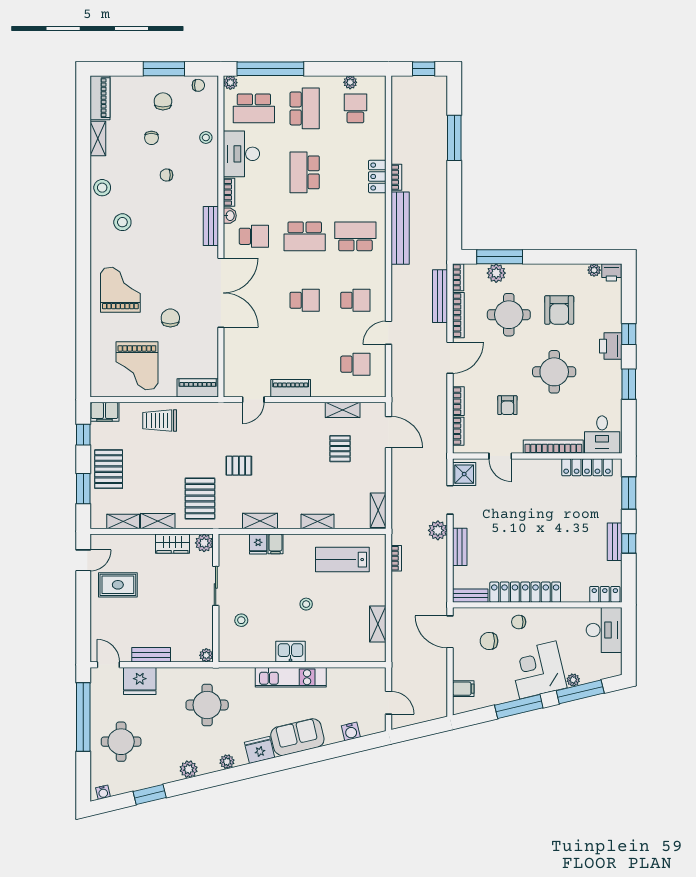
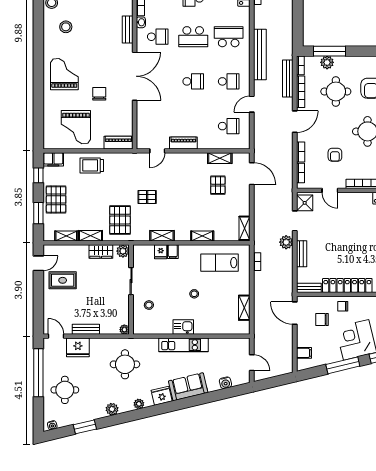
bench: (400, 228) -> (260, 54), moved

